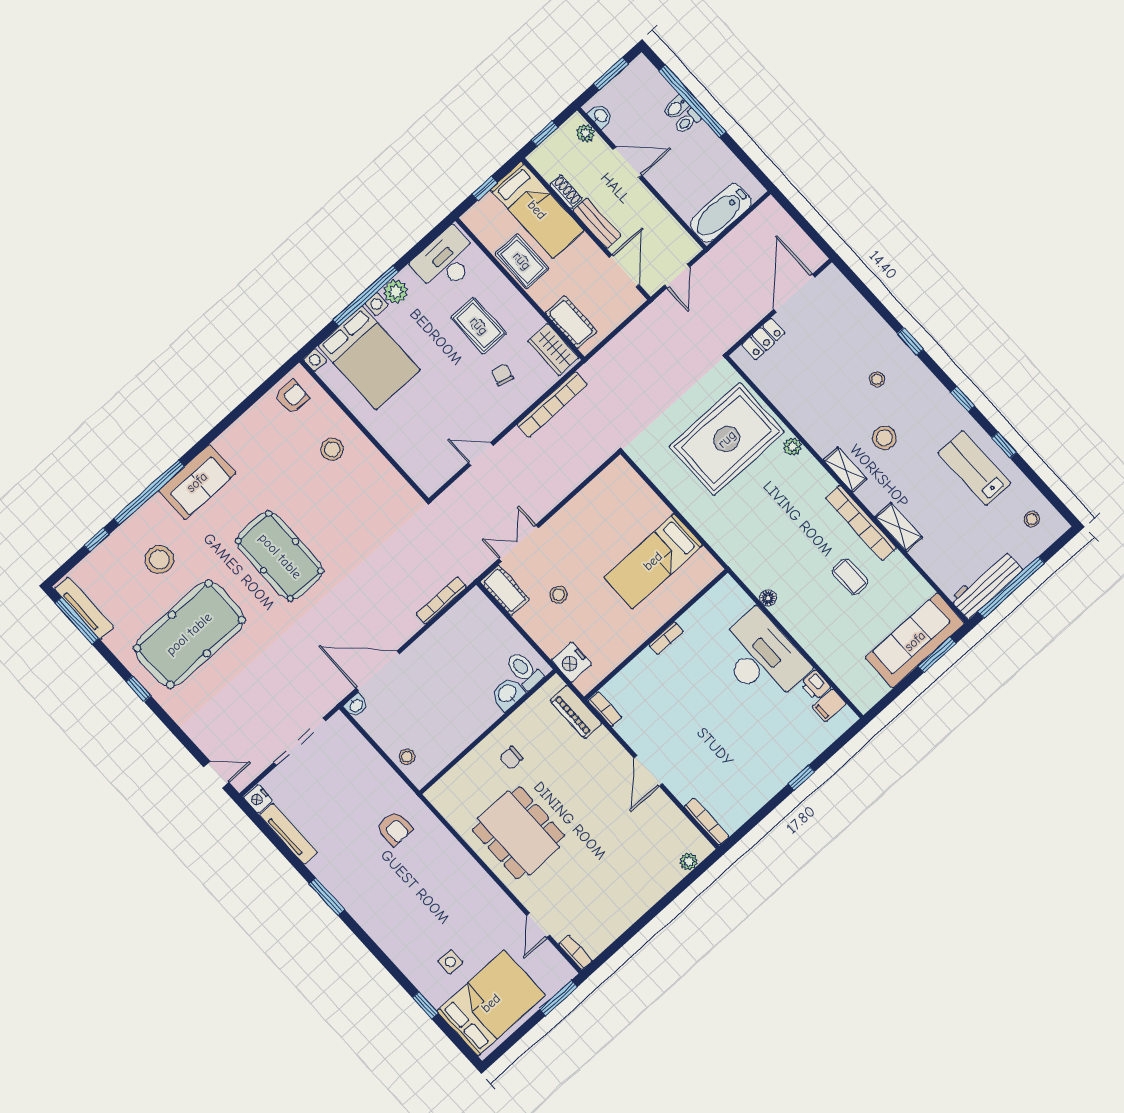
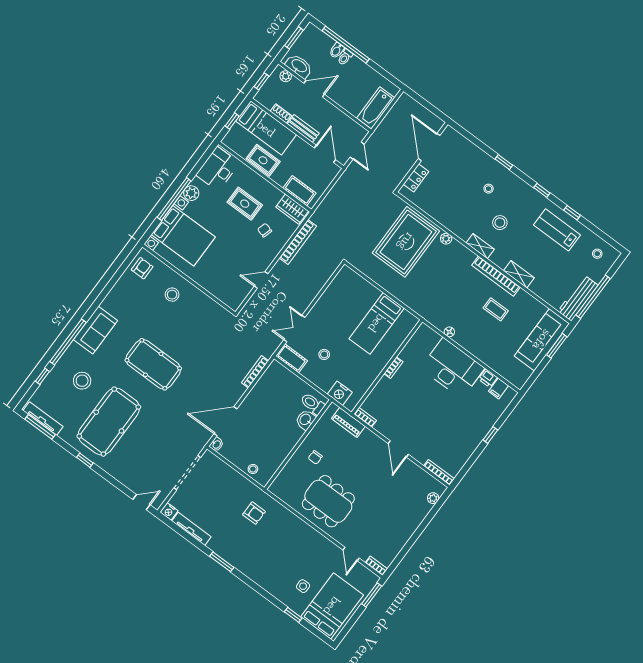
washbasin: (600, 116) -> (299, 66), width x1.91, depth x1.45

